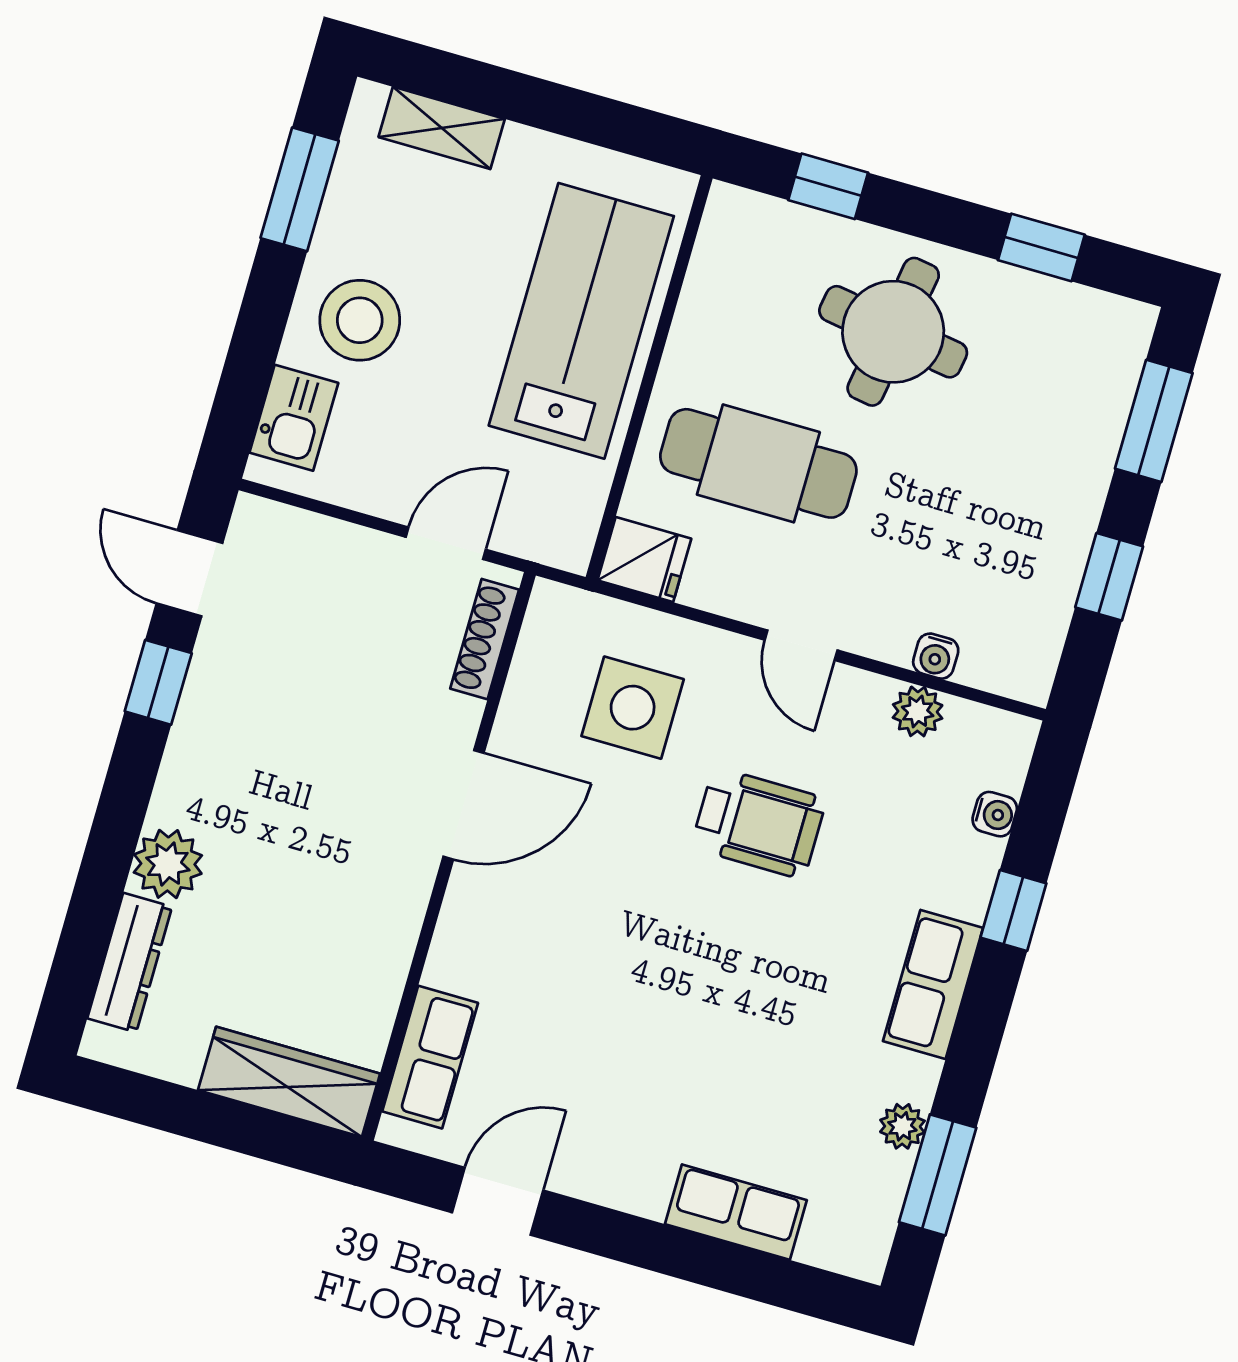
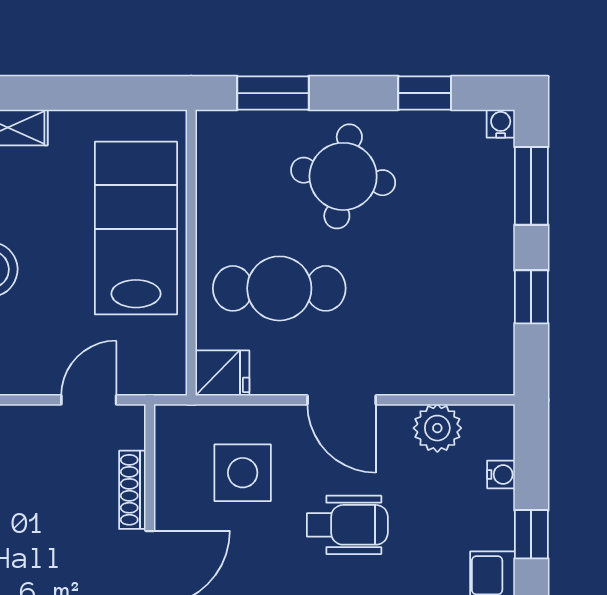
window: (828, 186) -> (273, 93), width x1.50
shoe rack: (485, 639) -> (132, 490), moved
door: (801, 645) -> (342, 400), width x1.37
water cooler: (936, 656) -> (501, 124), moved, turned 180
plant: (918, 711) -> (437, 428), width x1.38, depth x1.38

